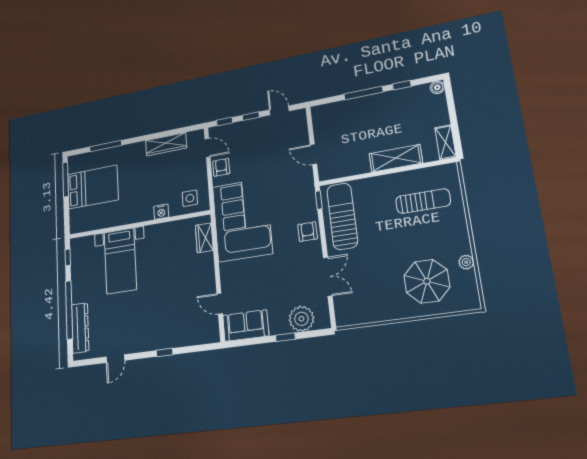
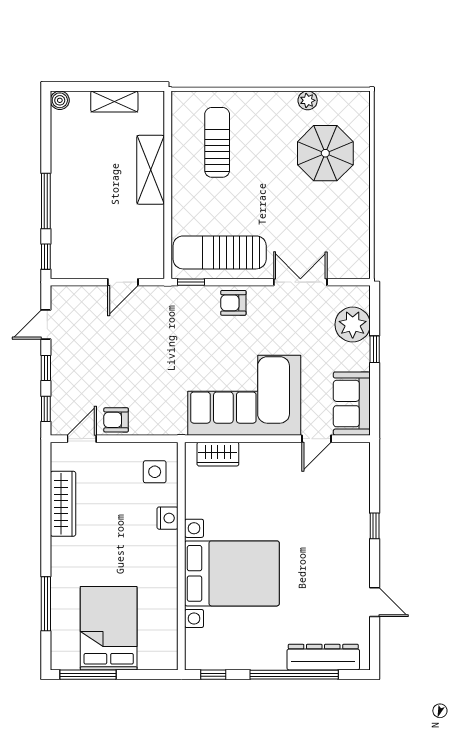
window: (402, 85) -> (46, 257), moved
shelving: (445, 142) -> (114, 102), moved
corner sofa: (242, 220) -> (244, 395), moved
bed with nightstands: (120, 261) -> (232, 573), width x1.36

